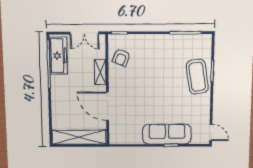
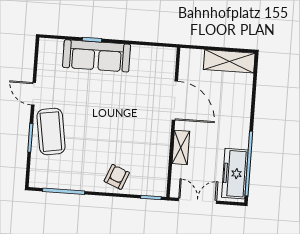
armchair: (121, 57) -> (117, 177), moved
door: (211, 133) -> (33, 94), moved
shelving: (79, 137) -> (229, 61), width x0.68

